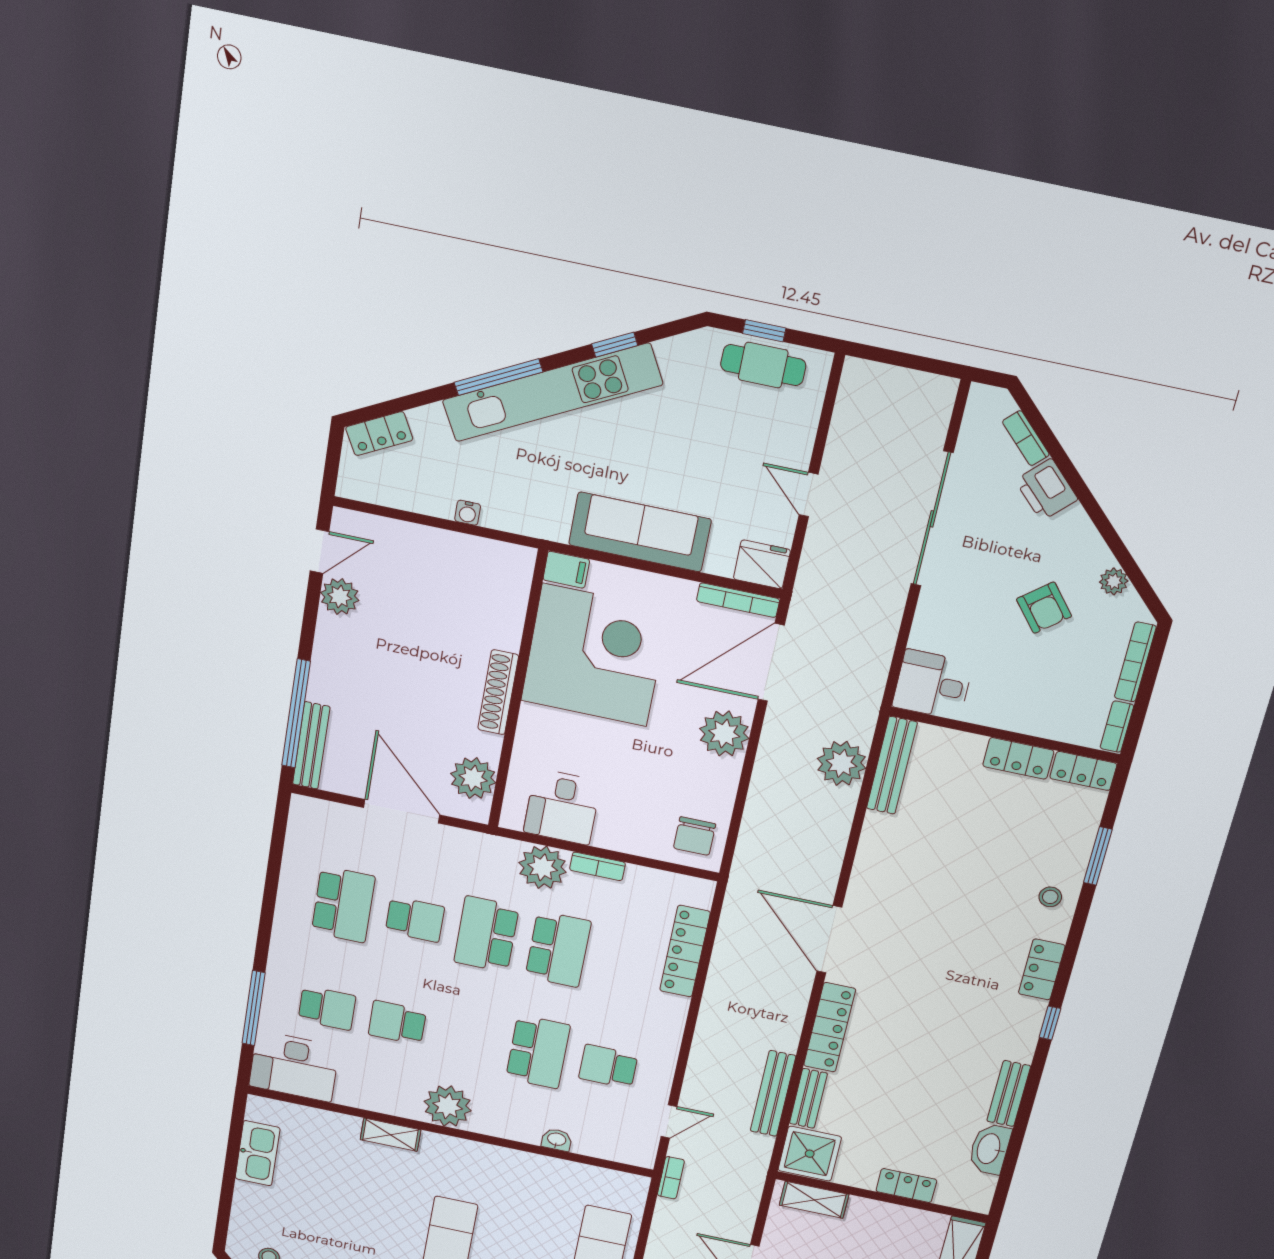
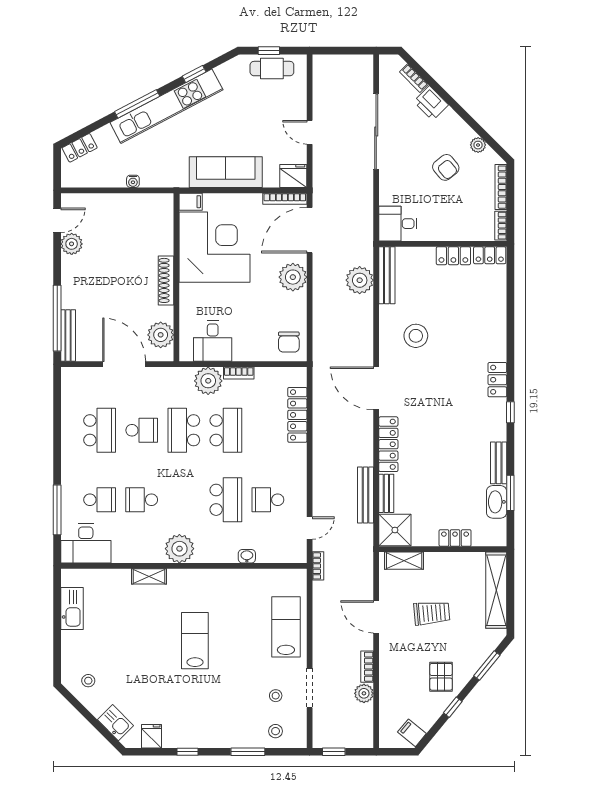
window: (1098, 856) -> (510, 493), moved
stool: (1050, 897) -> (416, 336), moved, width x1.89, depth x1.89

